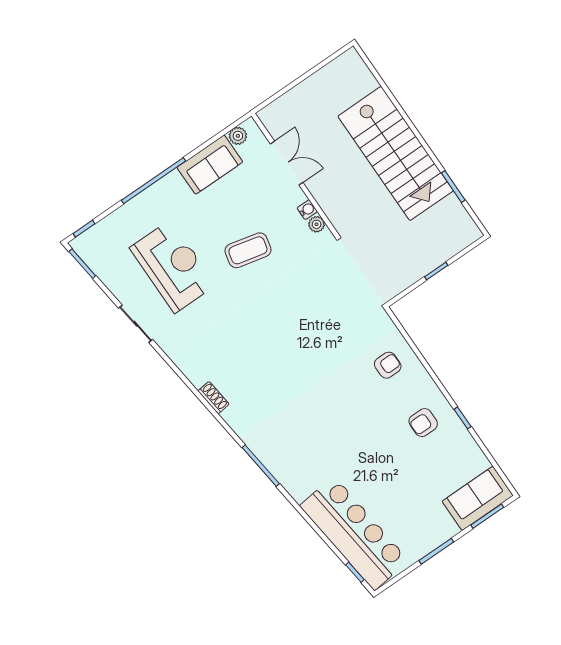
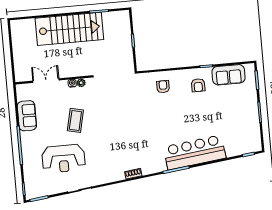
plant: (238, 136) -> (21, 96), removed
reception desk: (173, 267) -> (63, 159), turned 180
sofa: (478, 498) -> (228, 75), moved, turned -90
bar counter: (354, 533) -> (195, 152), moved

